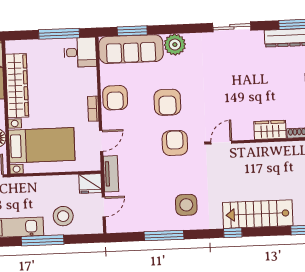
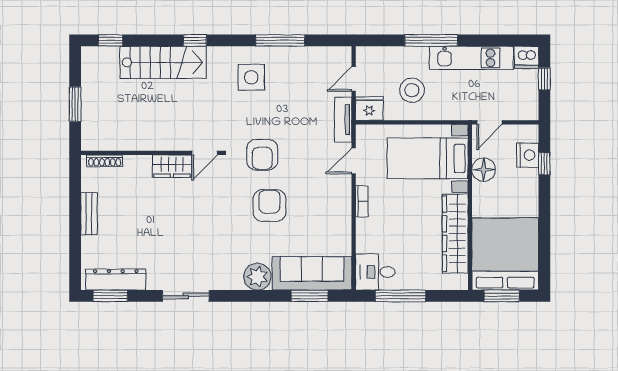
armchair: (115, 98) -> (334, 214), removed
wardrobe: (270, 130) -> (172, 166), moved
stool: (63, 216) -> (412, 90), moved

